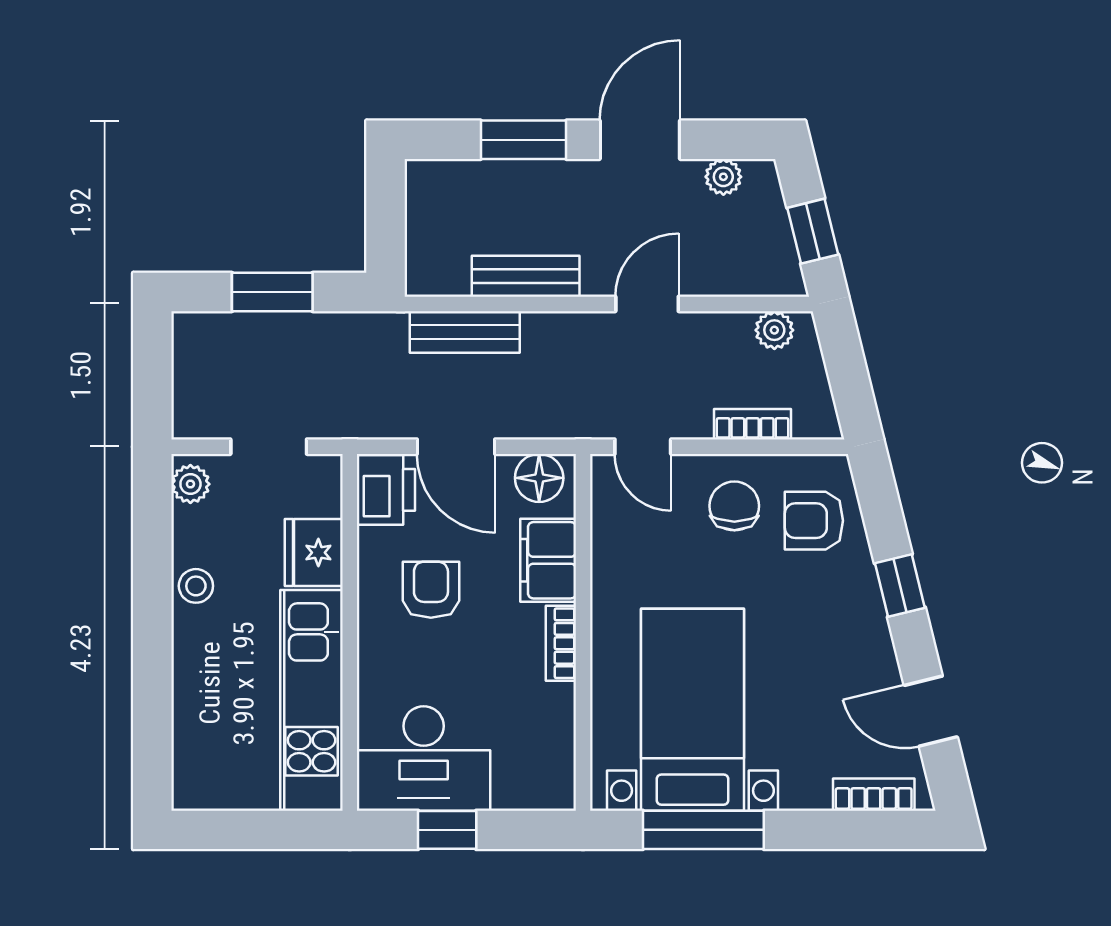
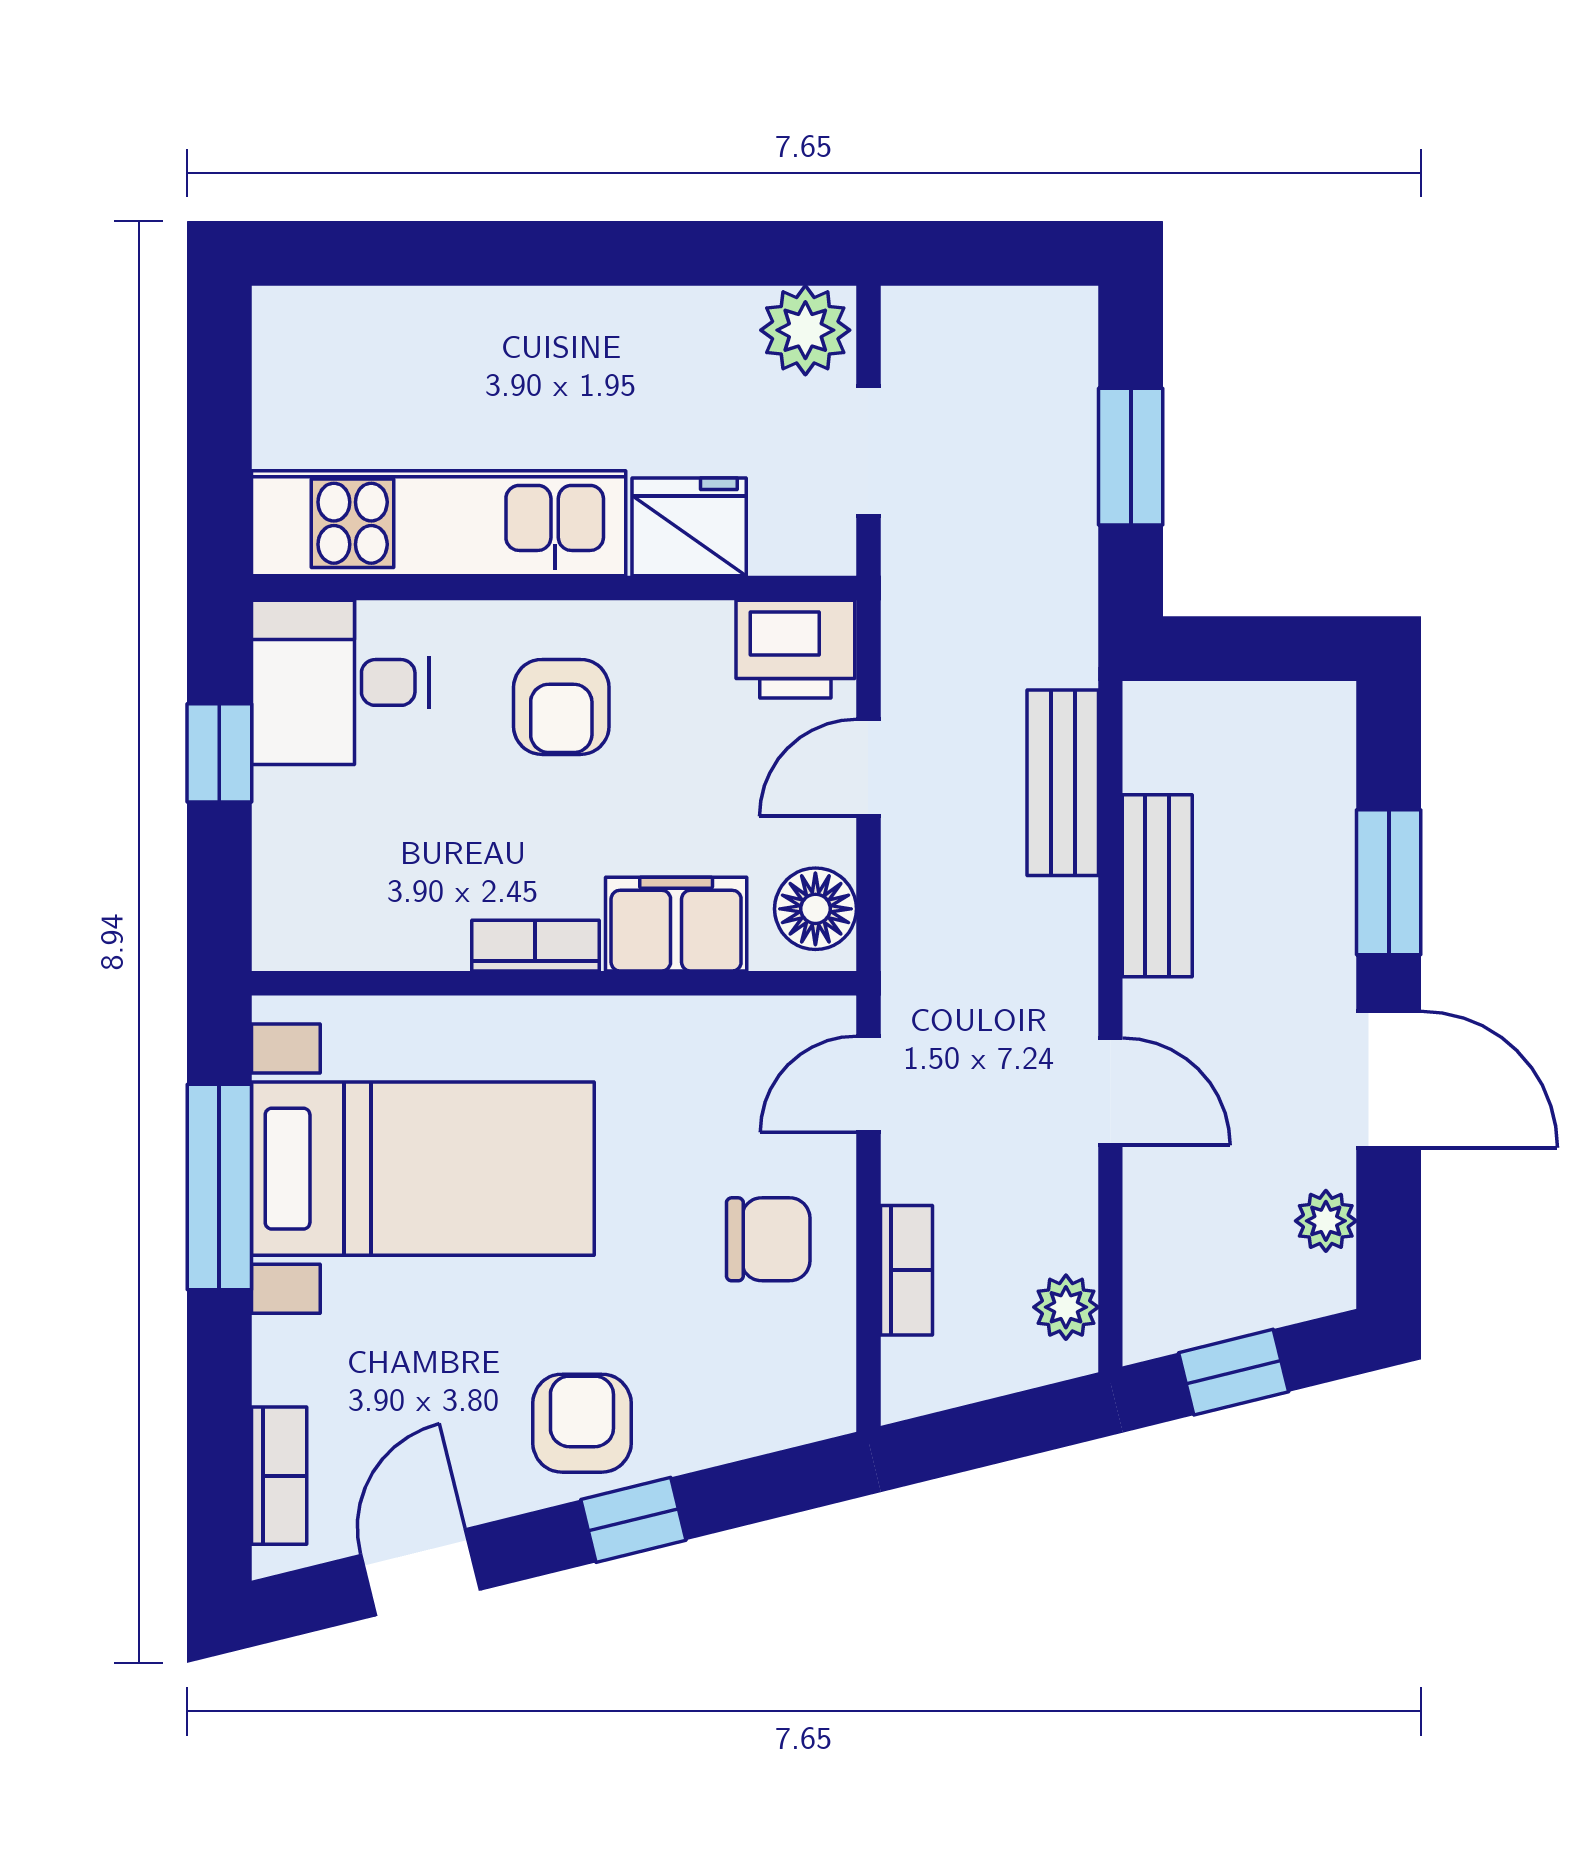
door: (456, 447) -> (868, 768), width x0.73
plant: (190, 484) -> (805, 330), width x1.38, depth x1.38
armchair: (814, 521) -> (582, 1423), moved
stool: (196, 586) -> (633, 327), removed
armchair: (431, 590) -> (561, 707), moved, turned 90
desk: (424, 759) -> (340, 682), width x0.73

